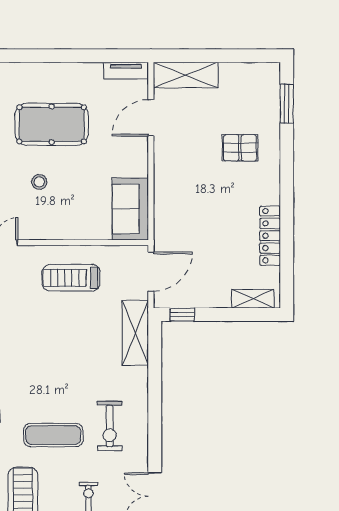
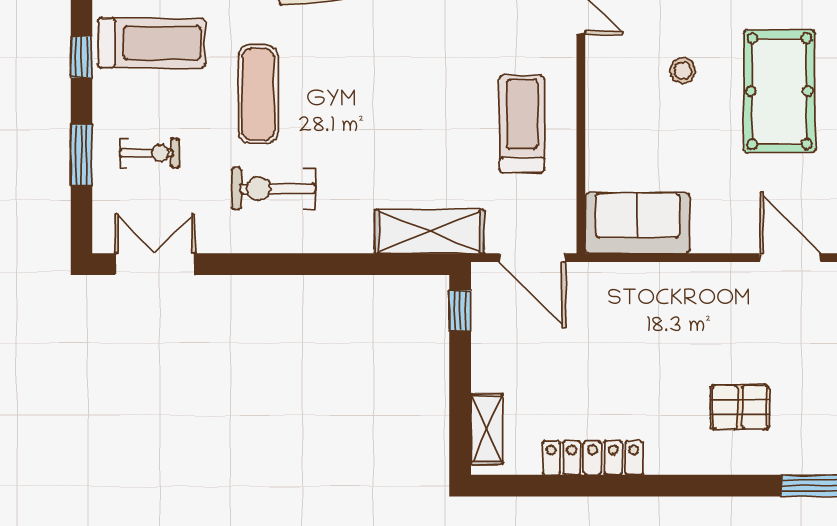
pallet: (240, 148) -> (740, 407), turned 90

